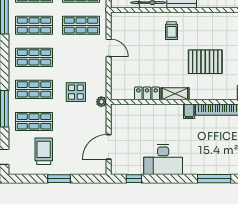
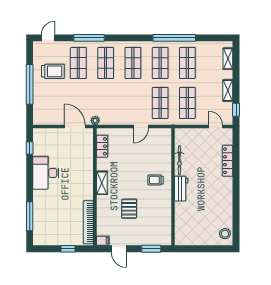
pallet: (205, 62) -> (129, 209), width x0.67, depth x0.71
display table: (76, 92) -> (103, 99), removed
locker: (147, 93) -> (102, 146), moved
filing cabinet: (189, 111) -> (87, 195), removed
door: (109, 147) -> (75, 127), moved
window: (59, 179) -> (30, 84), width x2.11

